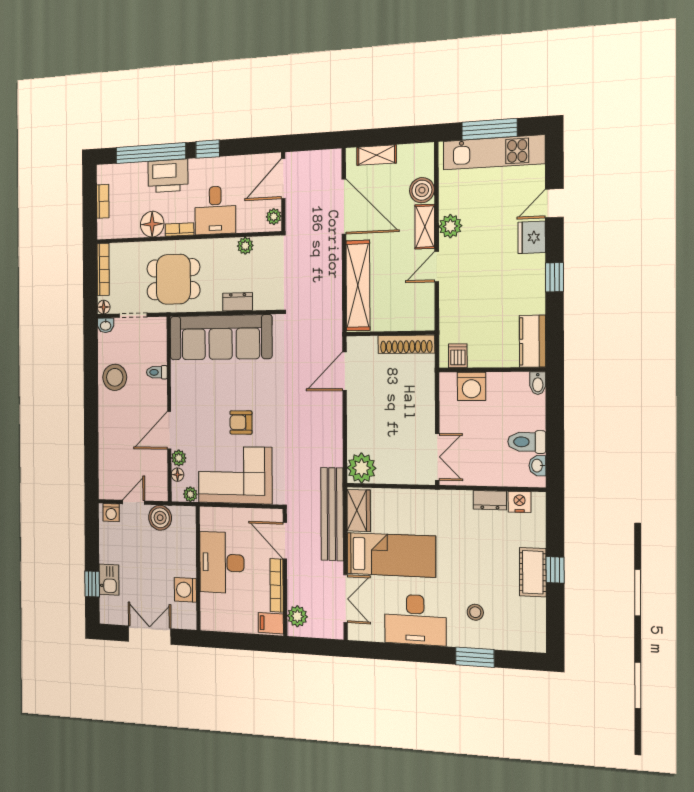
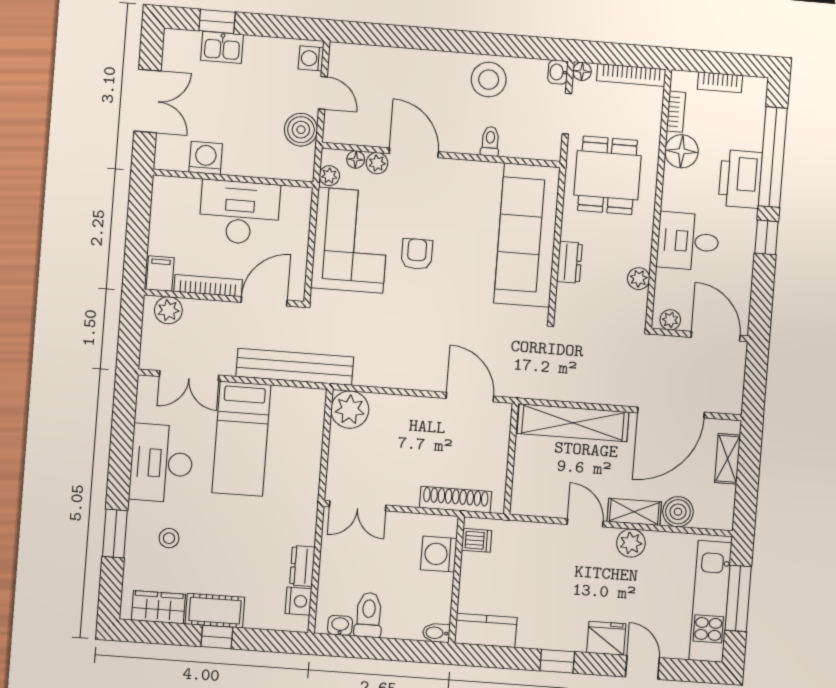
bookcase: (179, 230) -> (676, 112), moved
shoe rack: (406, 344) -> (456, 500), moved, turned 90
wardrobe: (359, 511) -> (158, 607), moved, turned 180

